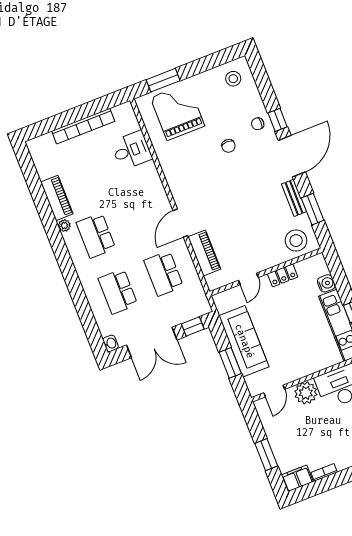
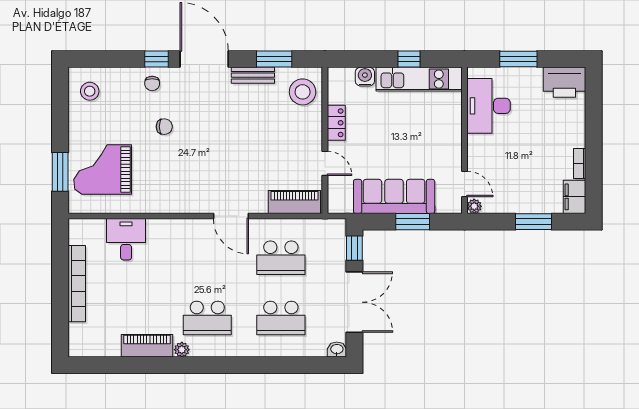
piano: (204, 253) -> (294, 202), moved
plant: (306, 393) -> (474, 206), moved, width x0.53, depth x0.53

